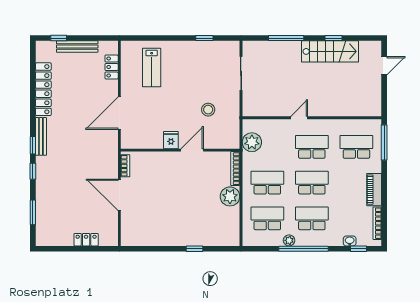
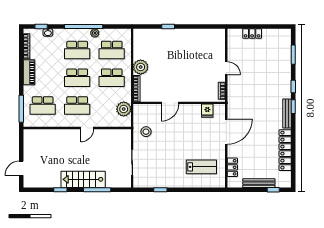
stairs: (330, 51) -> (83, 179), moved
lab bench: (152, 68) -> (201, 167), turned 90
stool: (208, 110) -> (146, 132), moved
fridge: (171, 140) -> (207, 111), moved
door: (119, 195) -> (226, 68), width x0.53

